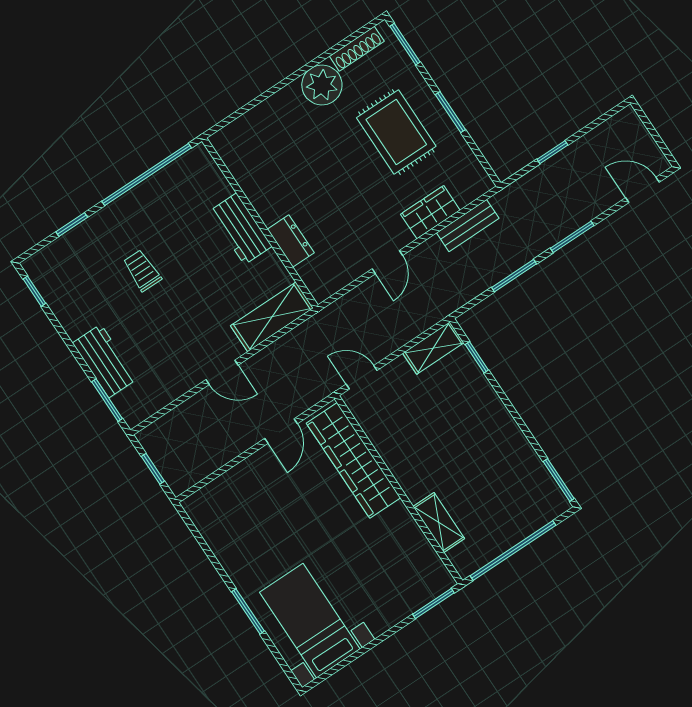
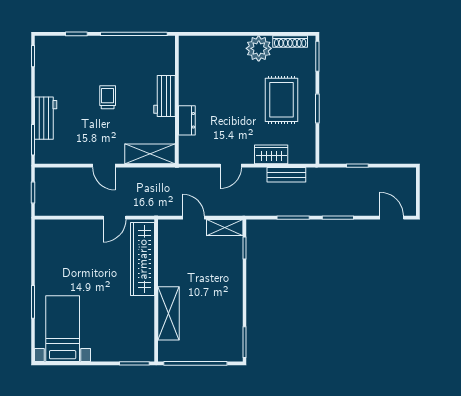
trolley: (142, 271) -> (108, 97), moved
door: (362, 377) -> (194, 218), moved
shelving: (439, 523) -> (168, 313), width x1.50, depth x1.33

